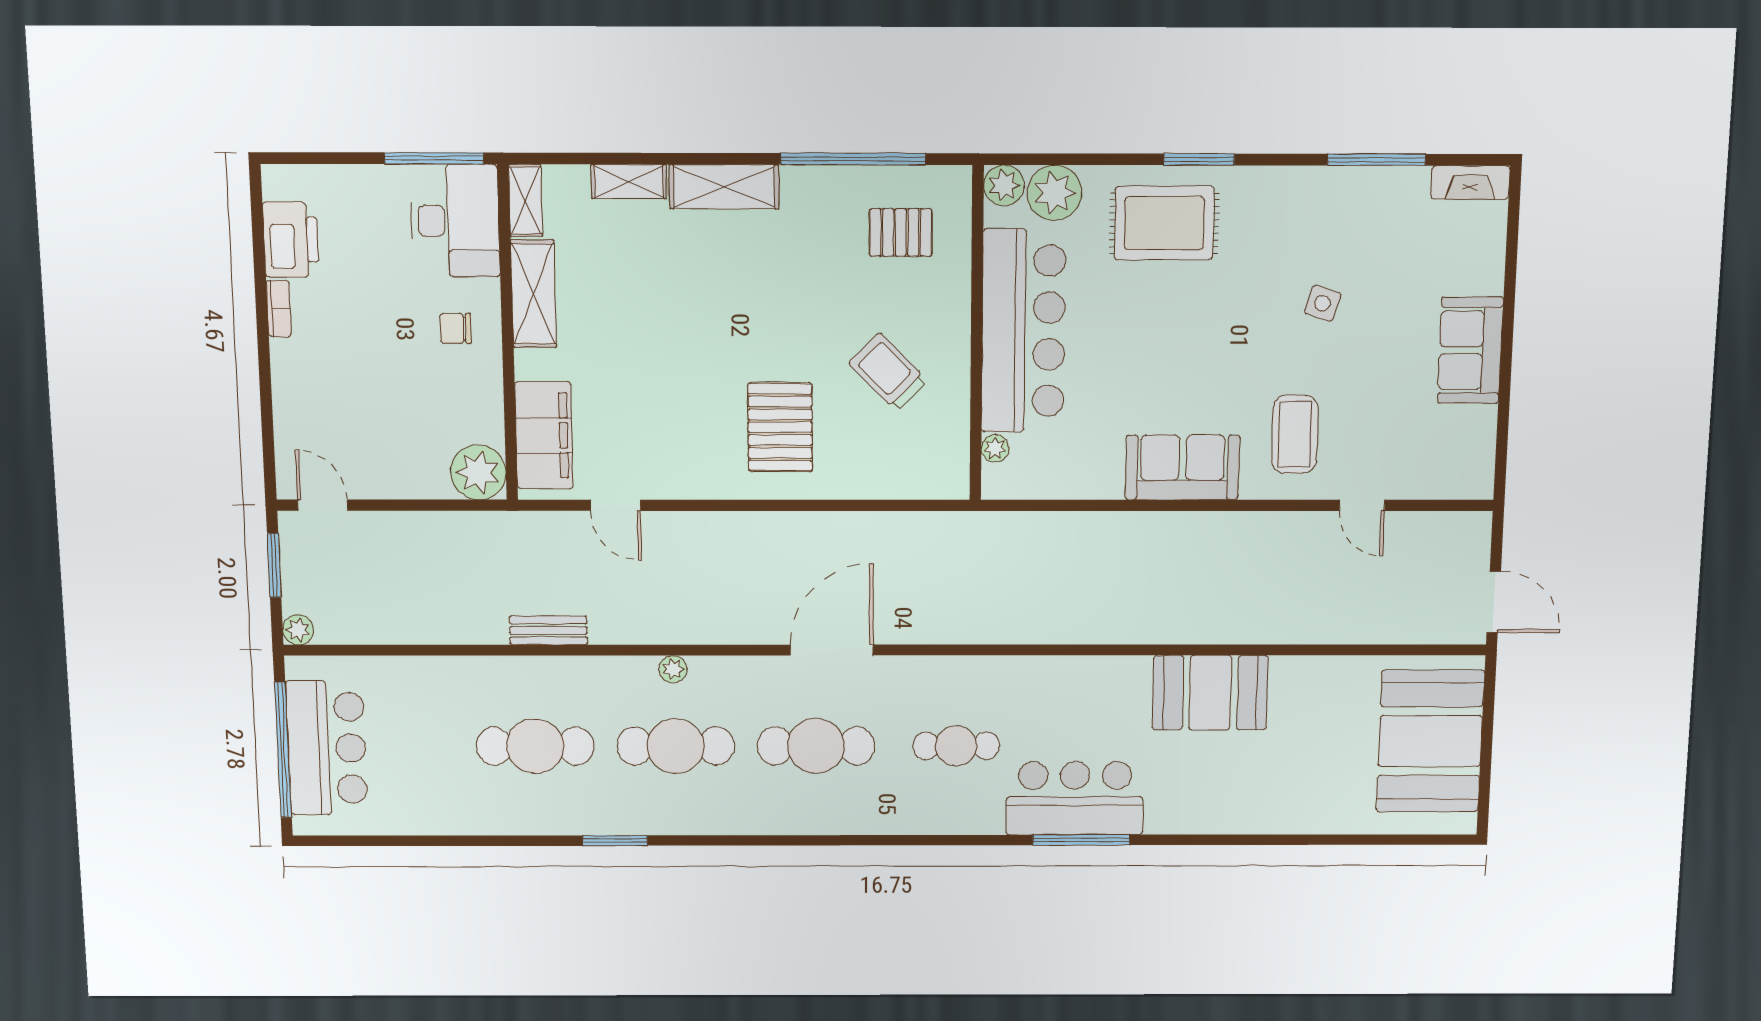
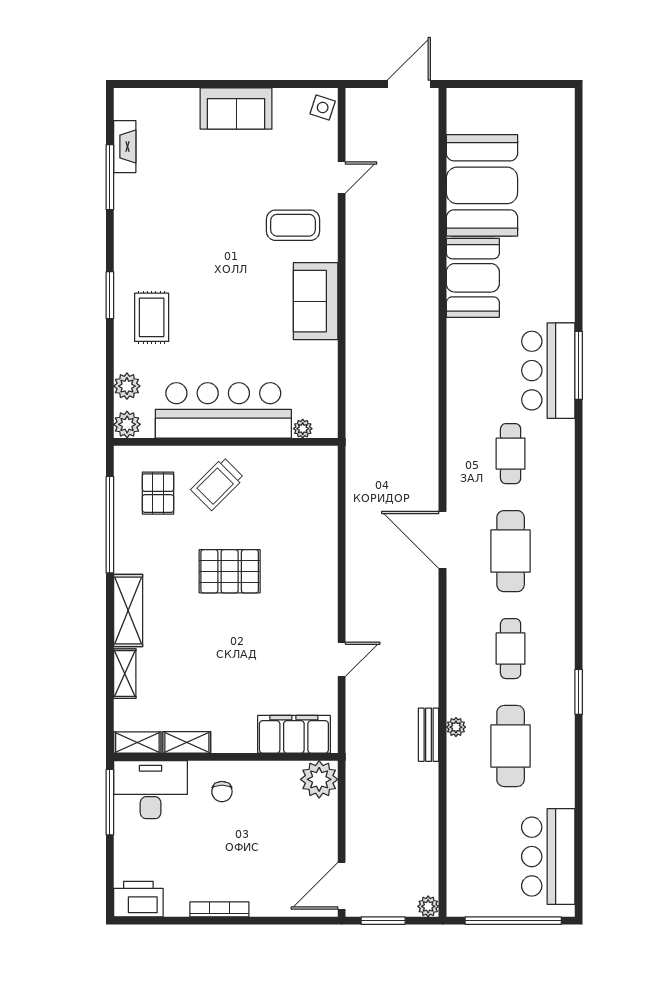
fireplace: (1470, 183) -> (125, 147), moved
plant: (1054, 193) -> (127, 386), width x0.73, depth x0.73
rug: (1164, 223) -> (152, 317), width x0.73, depth x0.70
printer: (291, 240) -> (138, 899), moved
shelving: (533, 294) -> (187, 742), width x0.67, depth x0.75
side table: (1323, 303) -> (323, 107), moved
bookcase: (279, 309) -> (219, 909), width x1.56
trolley: (888, 372) -> (217, 484), moved
pallet: (780, 427) -> (230, 571), moved
door: (323, 505) -> (342, 886), width x1.38
door: (615, 505) -> (342, 659), moved
plant: (673, 669) -> (456, 727), moved
booth: (1430, 741) -> (482, 185), moved, turned 90
cafe table: (676, 746) -> (511, 649), width x0.73, depth x0.74
bar counter: (327, 748) -> (548, 857), moved, turned -90

